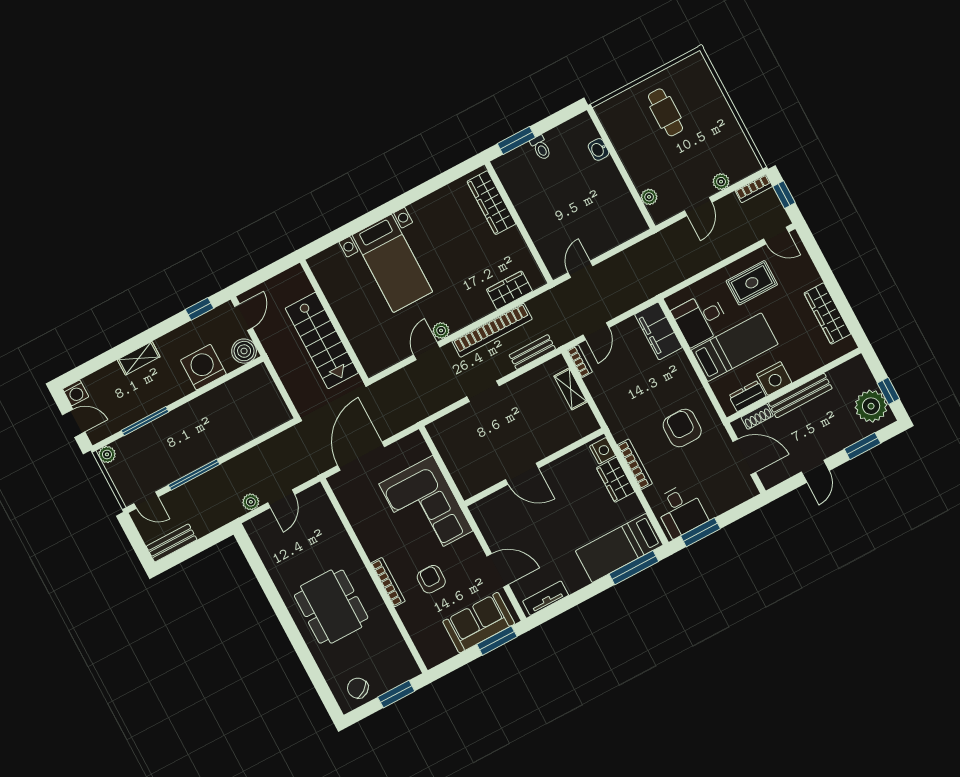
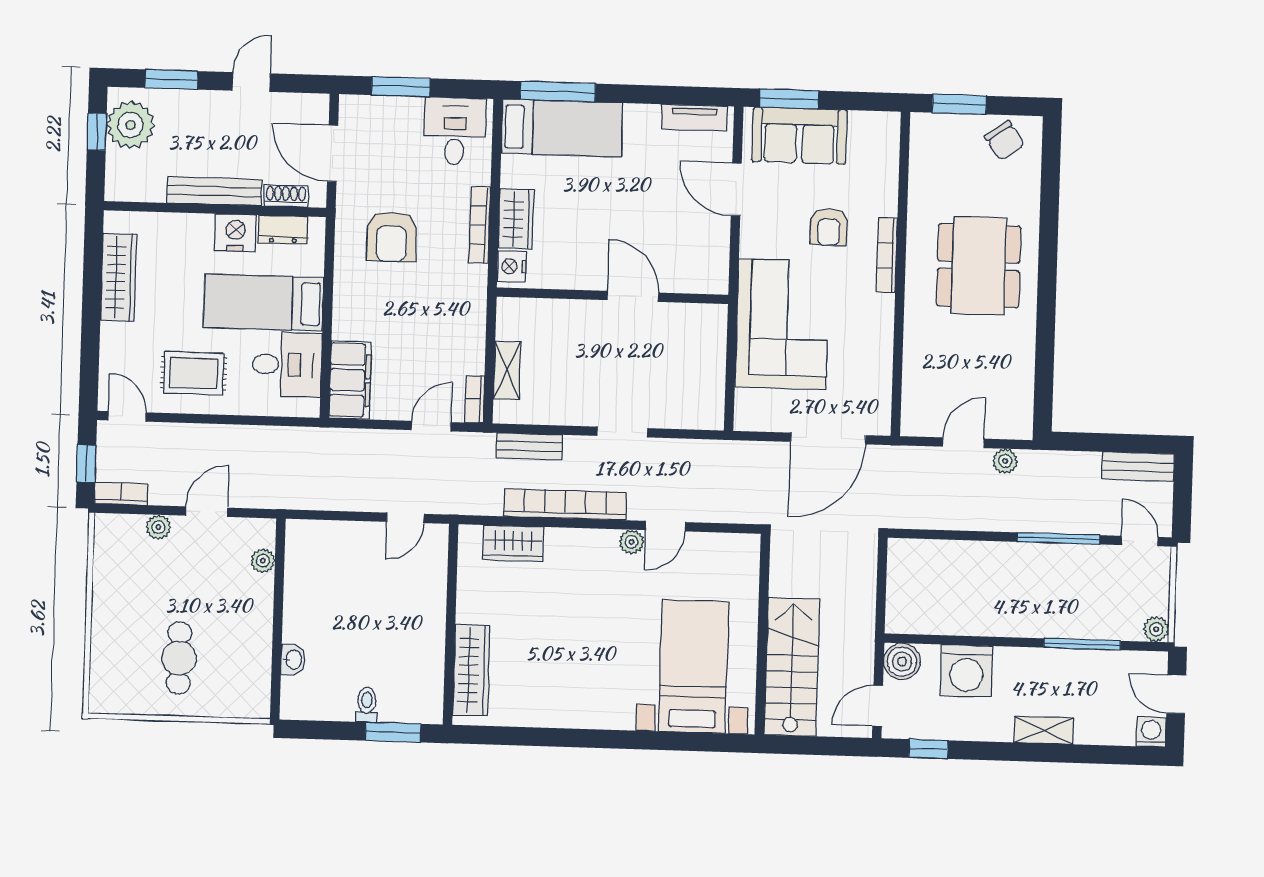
bed with nightstands: (392, 263) -> (694, 667), moved
stairs: (322, 341) -> (792, 667), moved
window: (700, 532) -> (401, 87), moved

